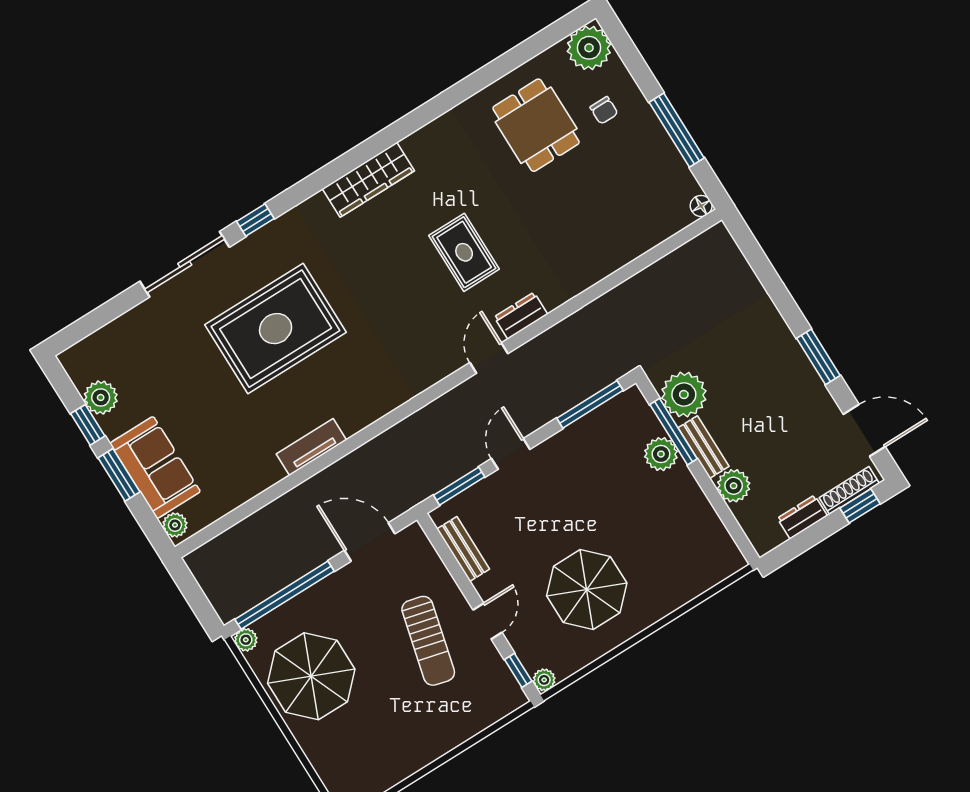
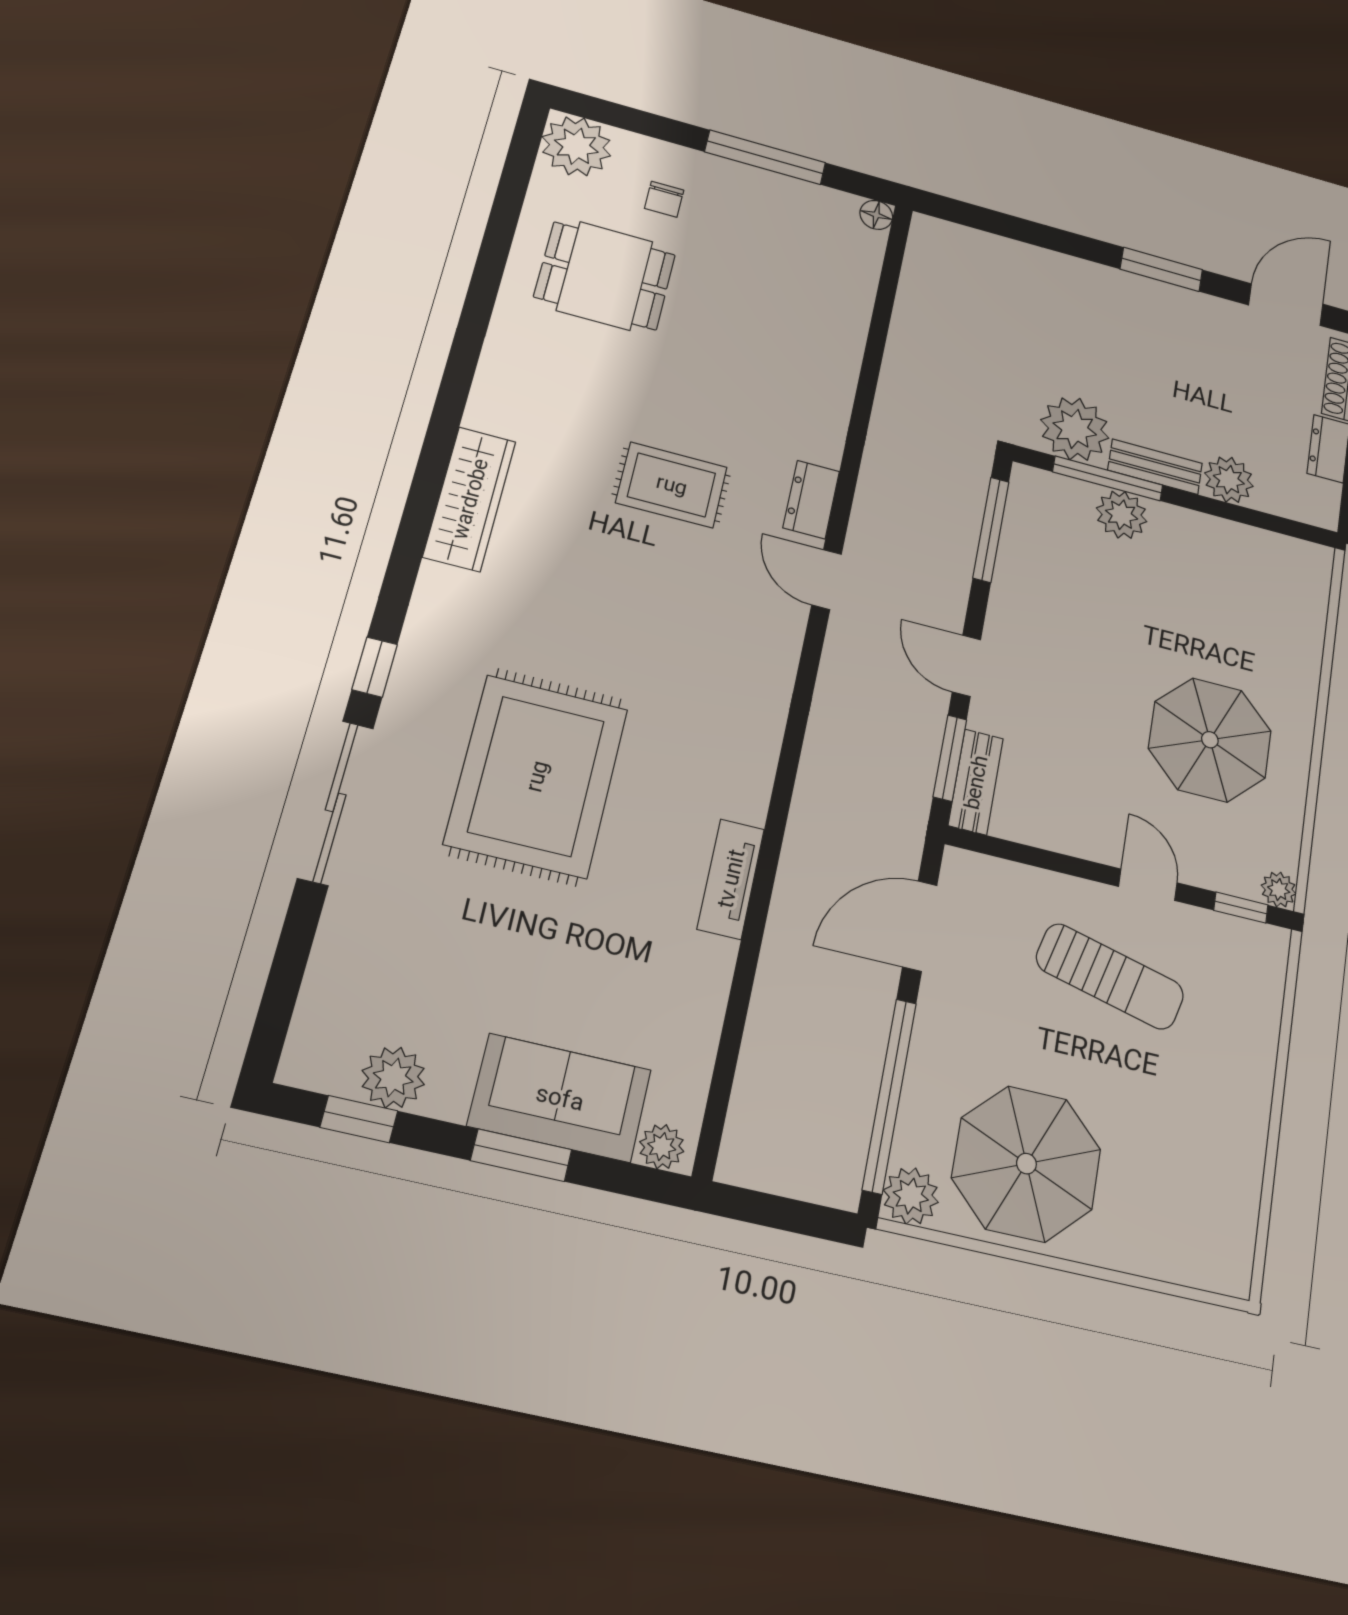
chair: (604, 110) -> (664, 199), turned 90
window: (88, 425) -> (359, 1119), moved
bench: (463, 549) -> (976, 782), moved, turned 90
plant: (246, 640) -> (911, 1196), width x1.38, depth x1.38

